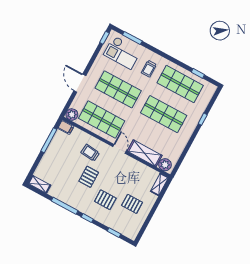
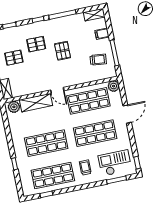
door: (80, 83) -> (127, 114), hinge flipped
filing cabinet: (66, 127) -> (102, 34), moved
trolley: (90, 153) -> (98, 60), moved

